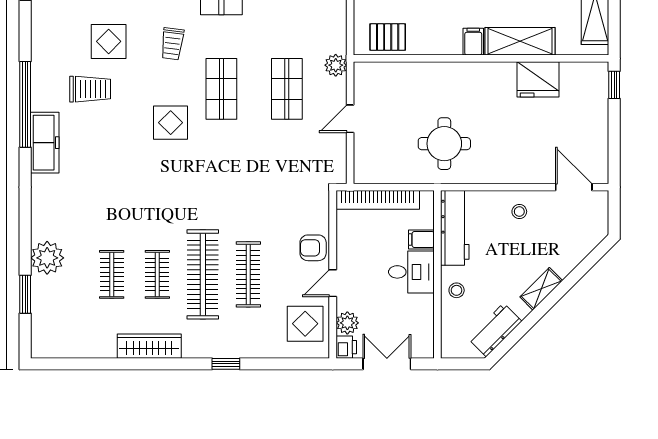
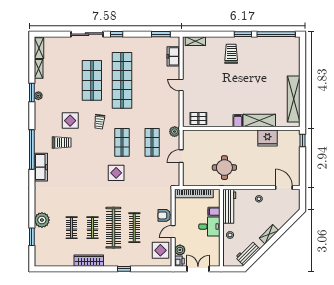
display table: (171, 123) -> (116, 173), moved

